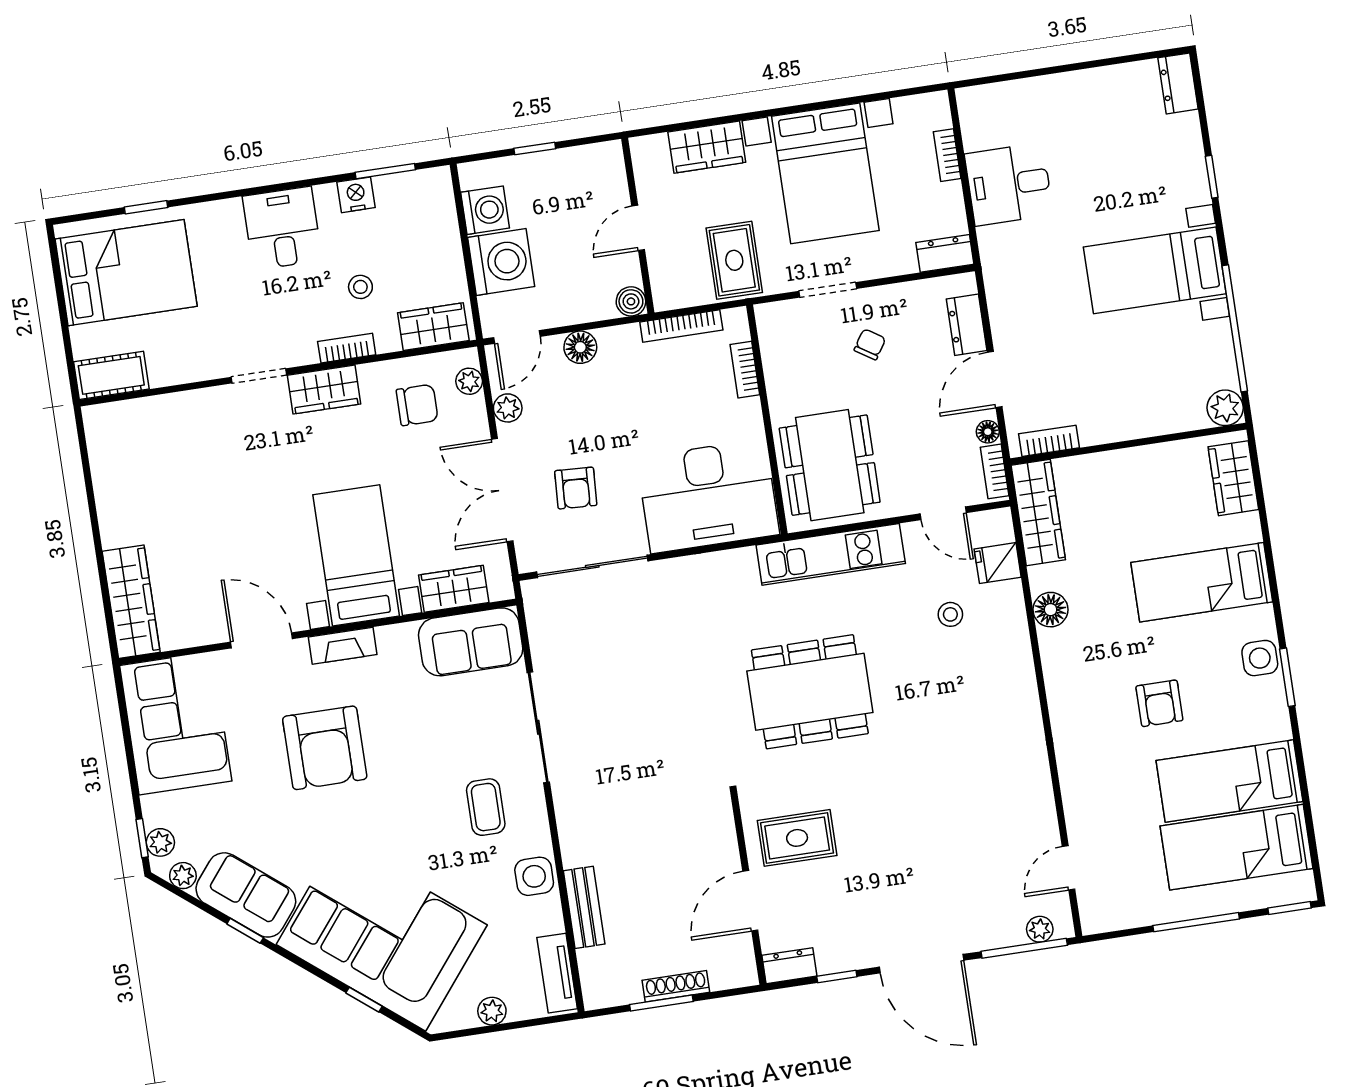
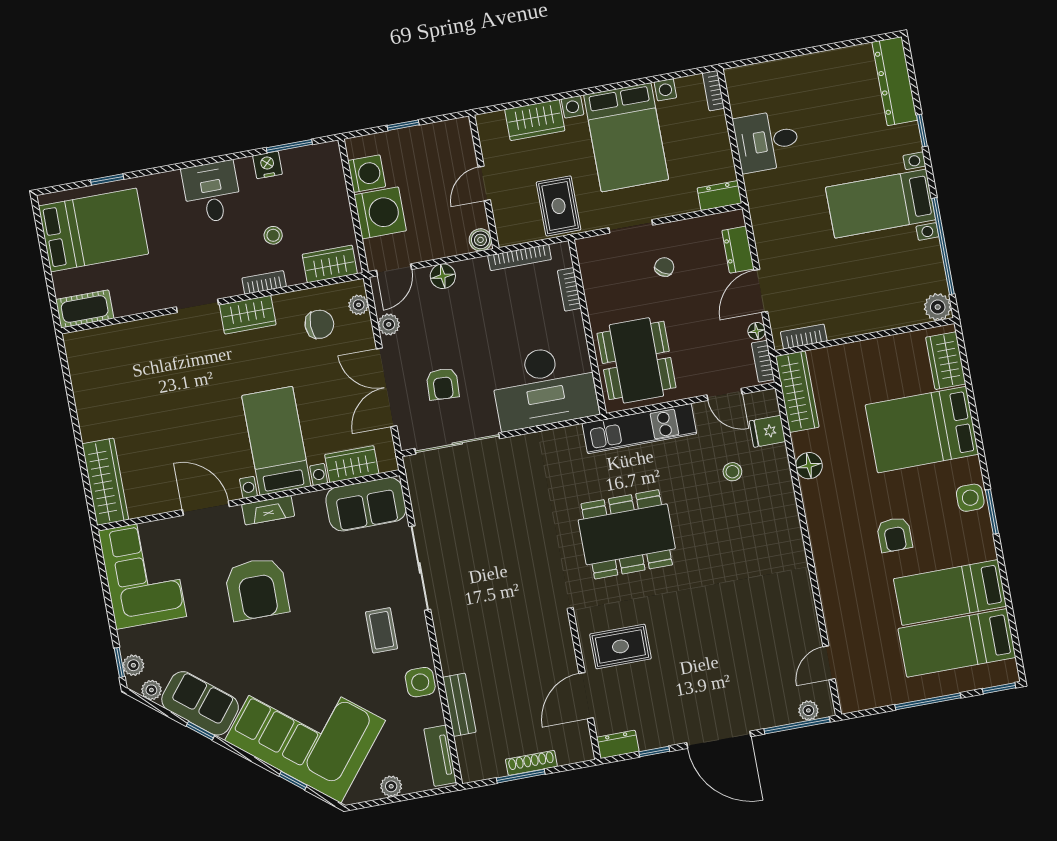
dresser: (1178, 83) -> (895, 81), width x1.96, depth x1.24
bookcase: (947, 155) -> (713, 91), moved
bed: (1202, 582) -> (922, 430), width x1.50

